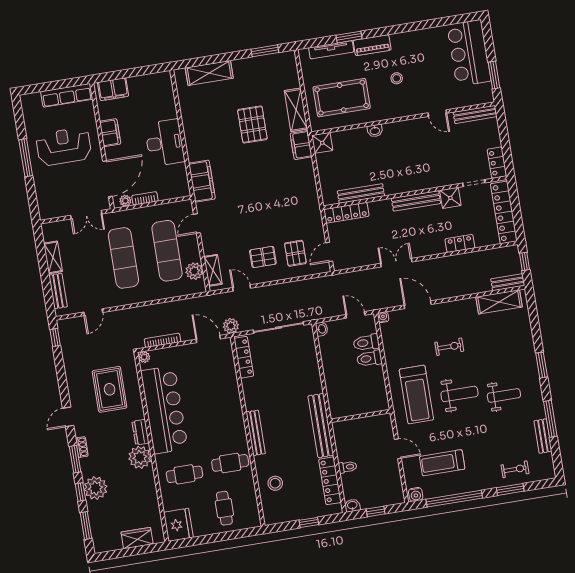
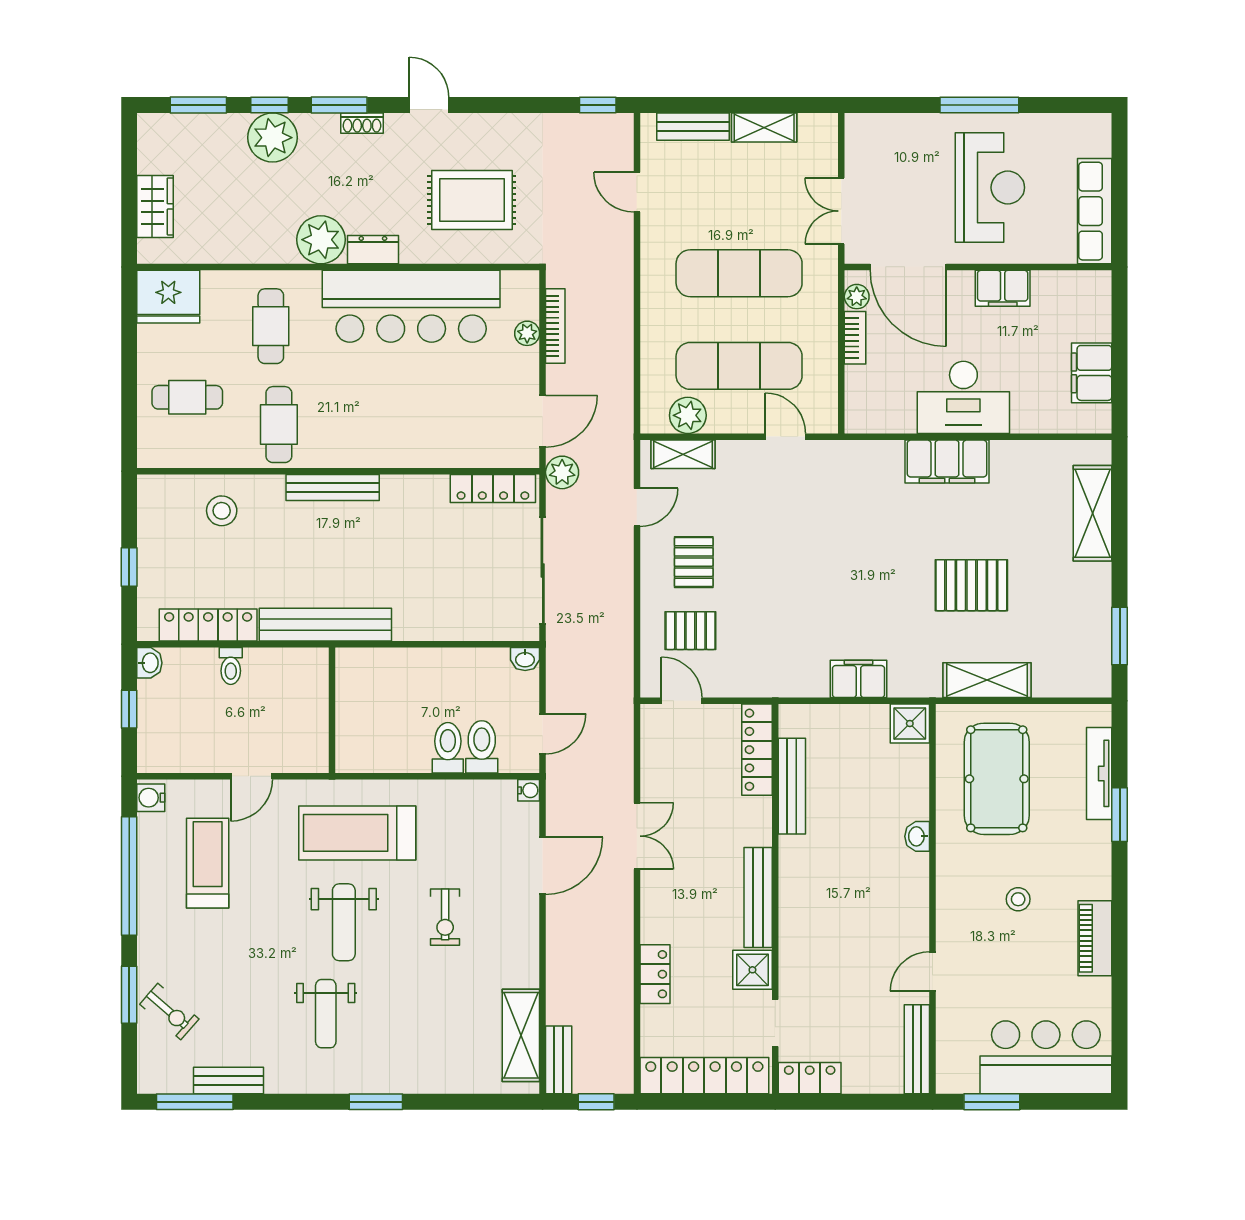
piano: (372, 45) -> (1095, 938), moved
filing cabinet: (113, 89) -> (1092, 373), moved
filing cabinet: (301, 145) -> (858, 679), moved
filing cabinet: (202, 181) -> (947, 462), moved
plant: (144, 357) -> (527, 333), moved
window: (550, 419) -> (195, 1102), moved
exercise bike: (515, 469) -> (169, 1012), turned -49

